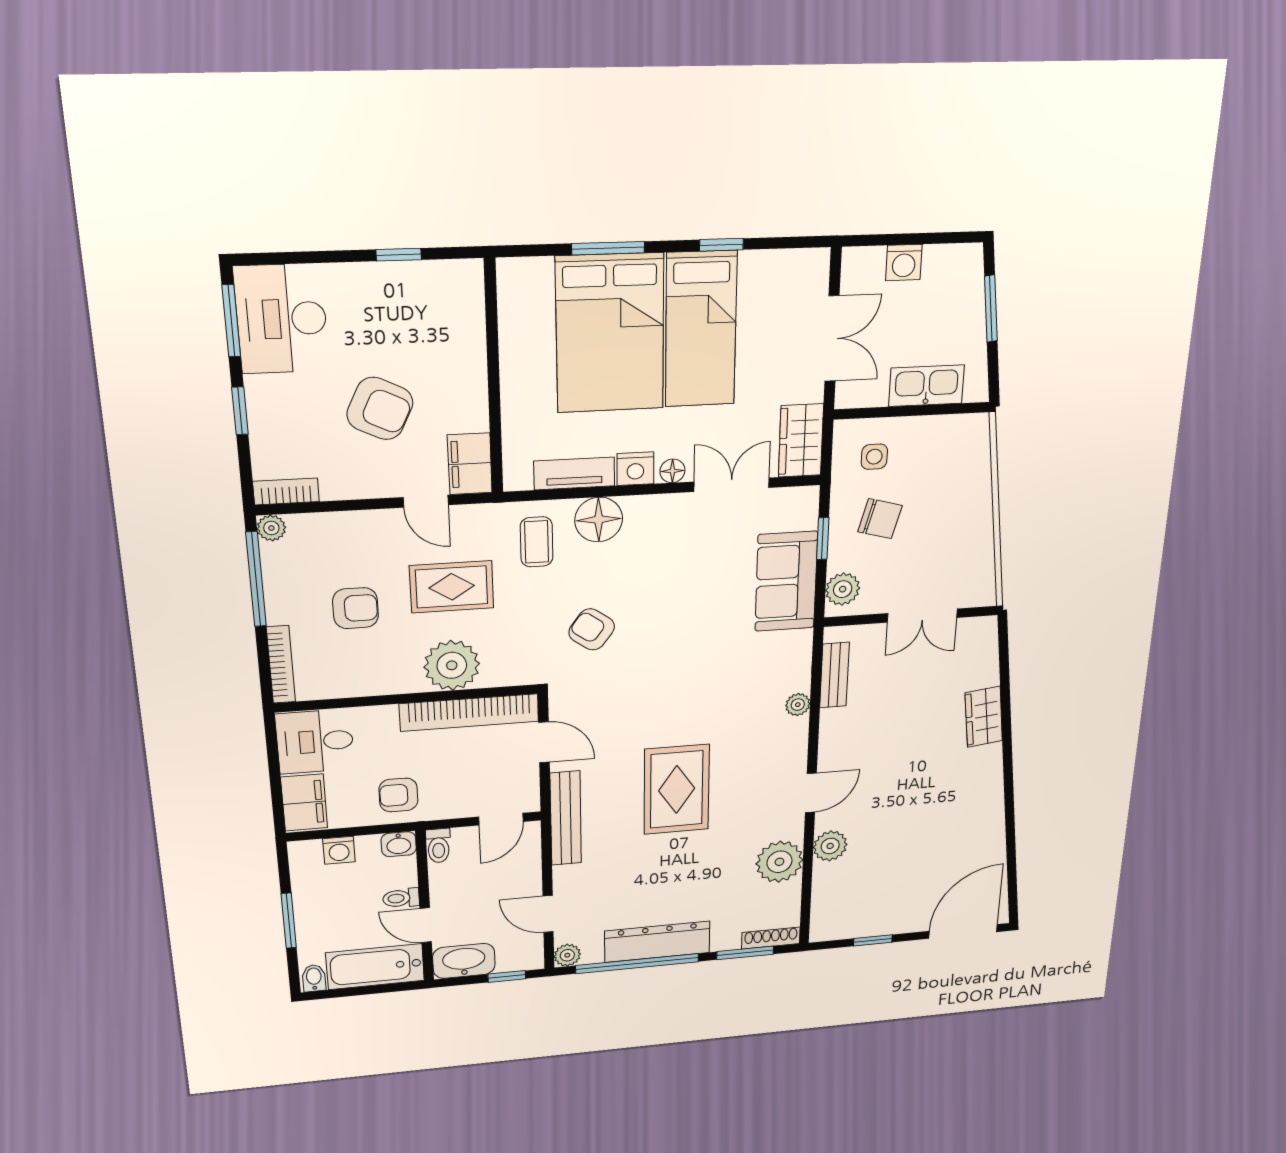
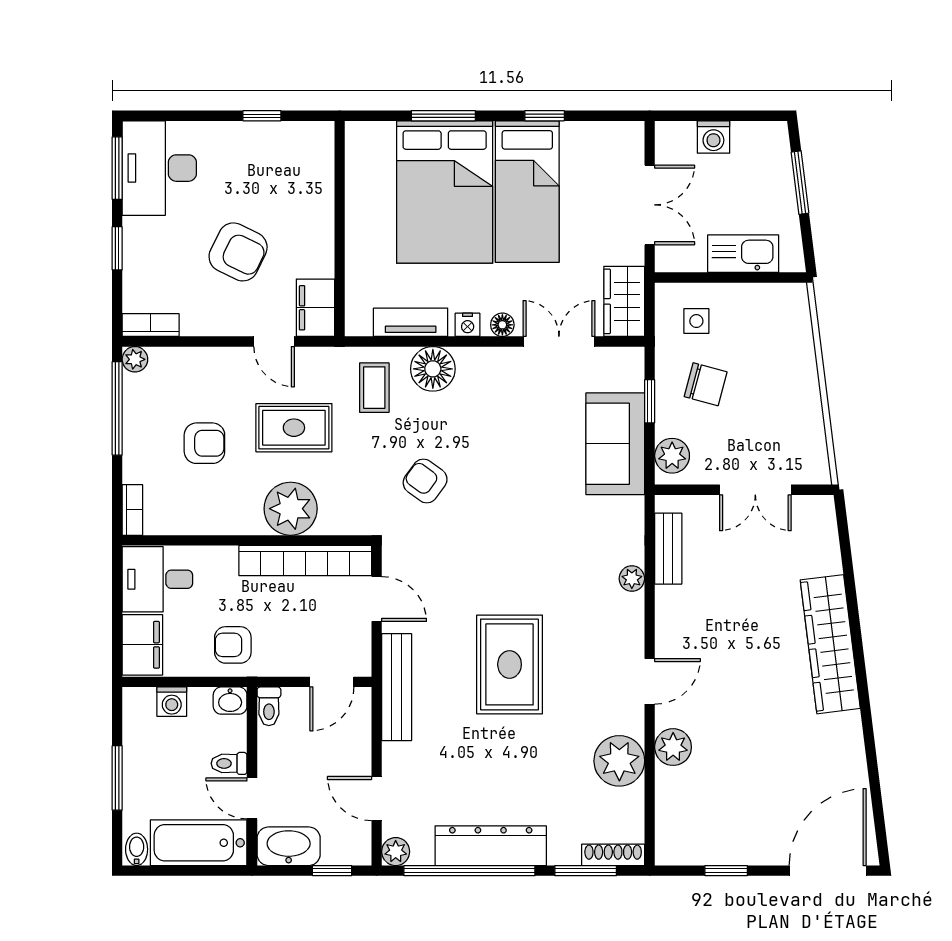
nightstand: (635, 469) -> (468, 325), width x0.72, depth x0.74
bookcase: (281, 664) -> (132, 510), width x0.64
wardrobe: (984, 717) -> (830, 644), width x2.10, depth x1.17

